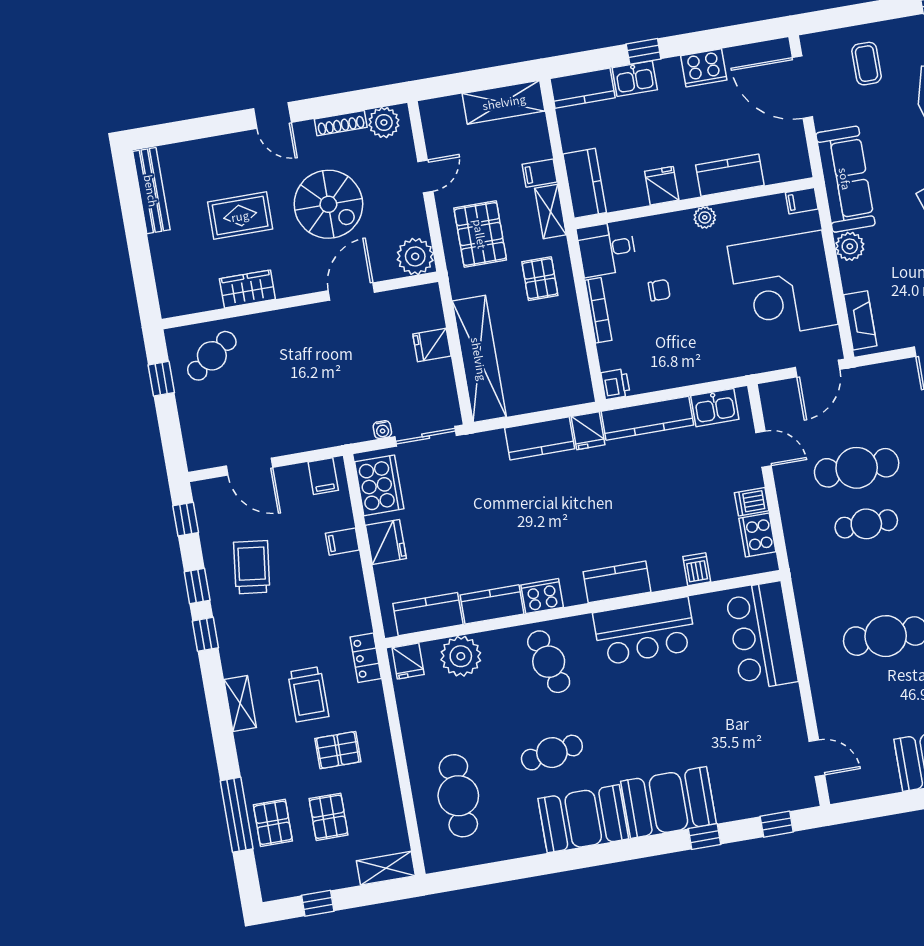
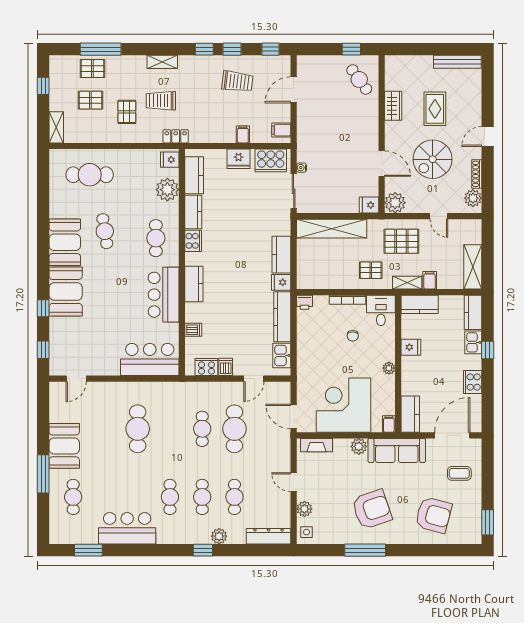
kitchen counter: (730, 175) -> (410, 414), moved
fridge: (432, 345) -> (369, 205), moved, turned -90
cafe table: (549, 662) -> (156, 238), turned -74

